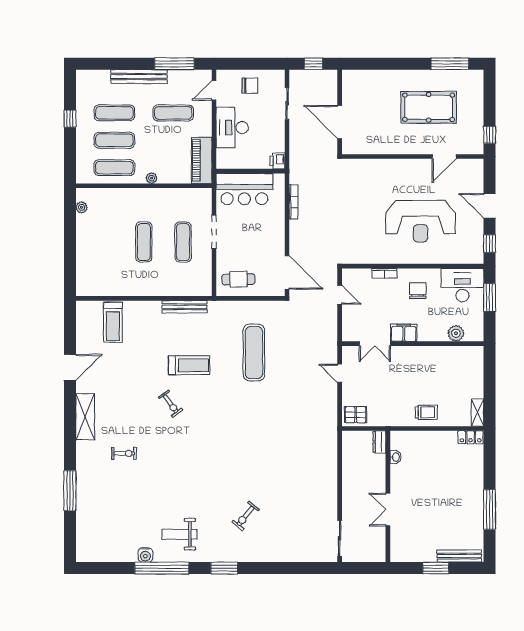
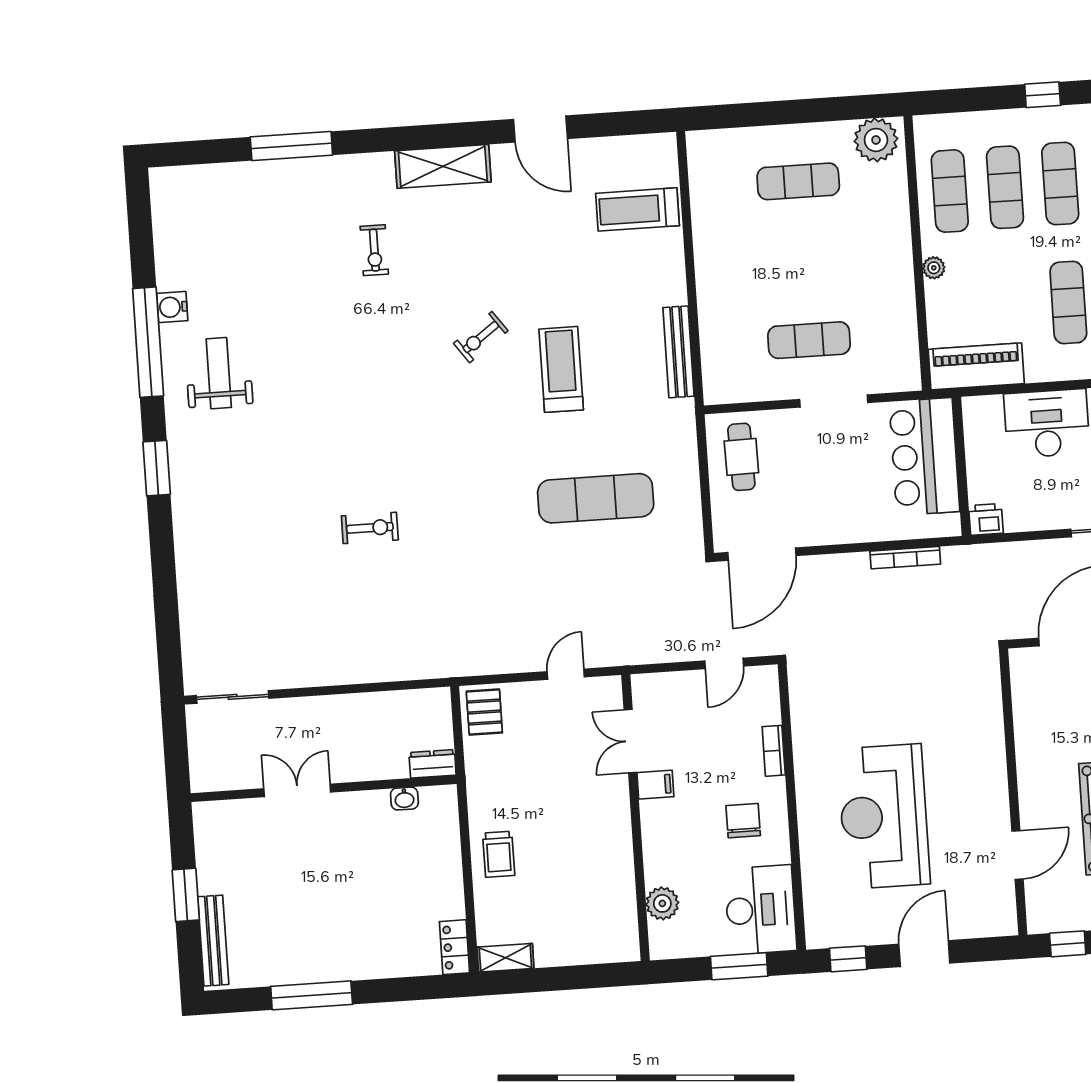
door: (444, 157) -> (1018, 855), swing flipped
plant: (82, 207) -> (876, 140), width x1.88, depth x1.88
exercise mat: (144, 242) -> (798, 181), moved
chair: (418, 291) -> (743, 821), turned -90
filing cabinet: (404, 333) -> (655, 785), width x0.50
treadmill: (189, 365) -> (561, 369), turned 180
exercise bike: (246, 516) -> (370, 528), moved, turned 141

